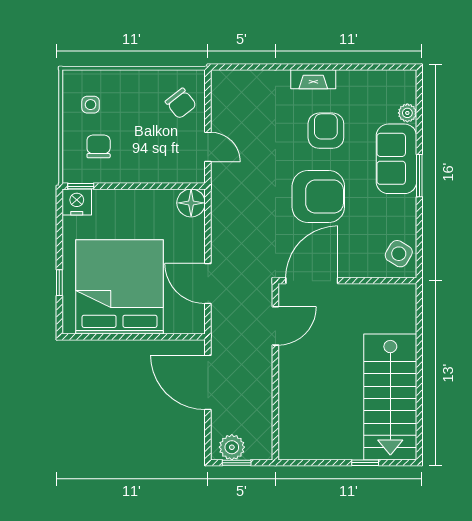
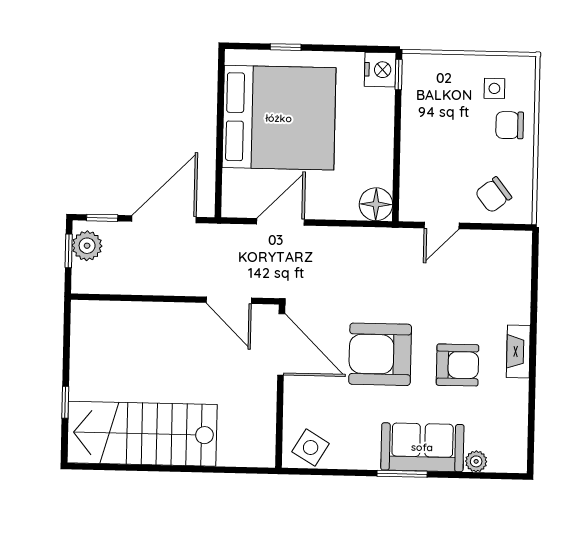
chair: (99, 146) -> (510, 125), moved, turned 180
armchair: (318, 197) -> (380, 354), turned 90
window: (208, 435) -> (102, 218), added

